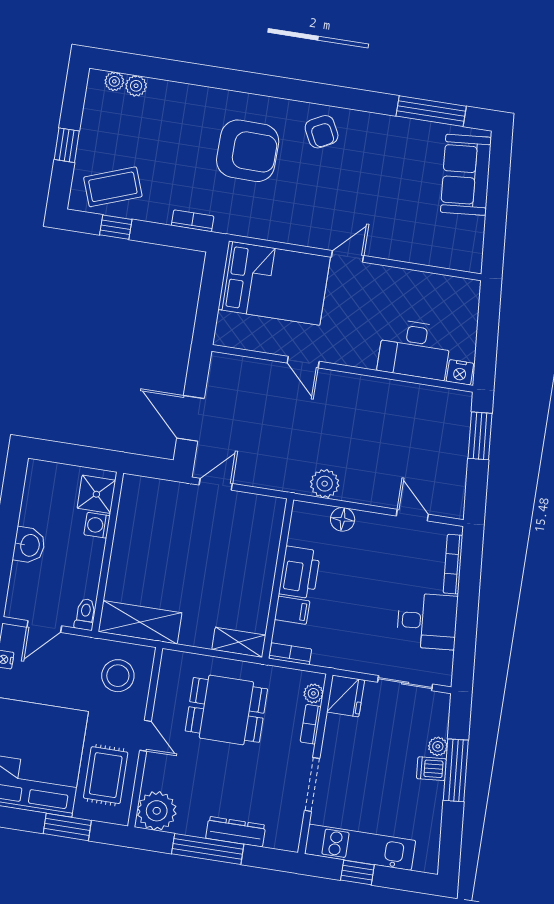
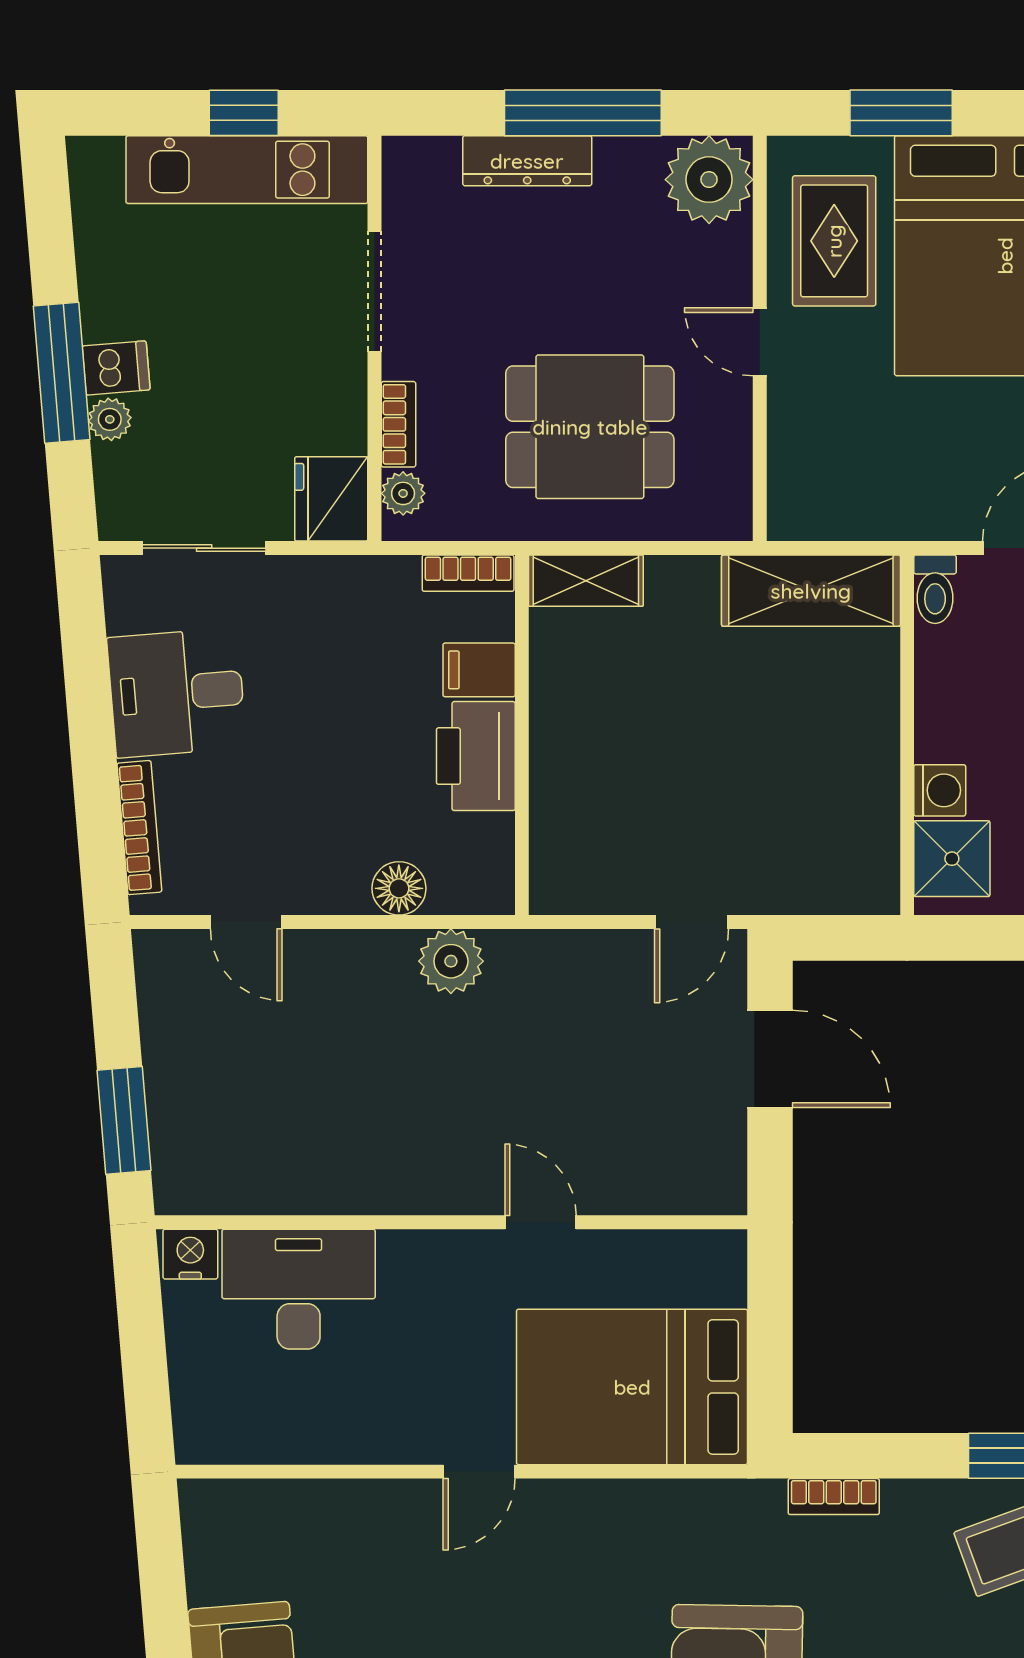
stool: (118, 676) -> (842, 465), removed

